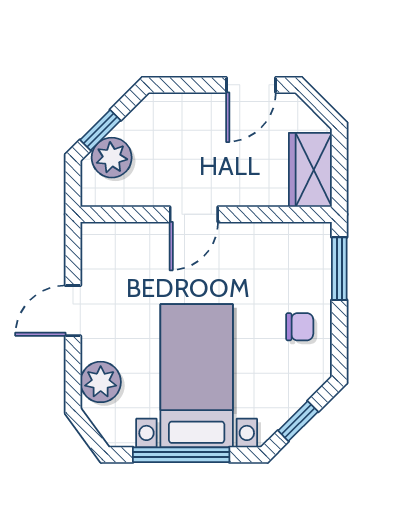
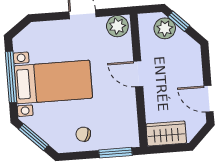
chair: (300, 327) -> (83, 134), turned 108
plant: (101, 382) -> (117, 26), moved
window: (298, 421) -> (34, 137), width x1.50

